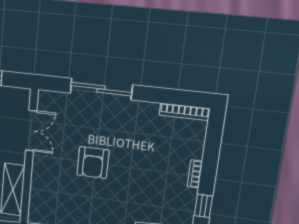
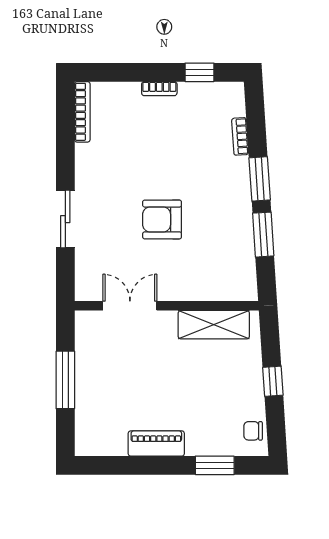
sliding door: (101, 89) -> (65, 219), width x0.73
armchair: (93, 163) -> (162, 219), turned 180

